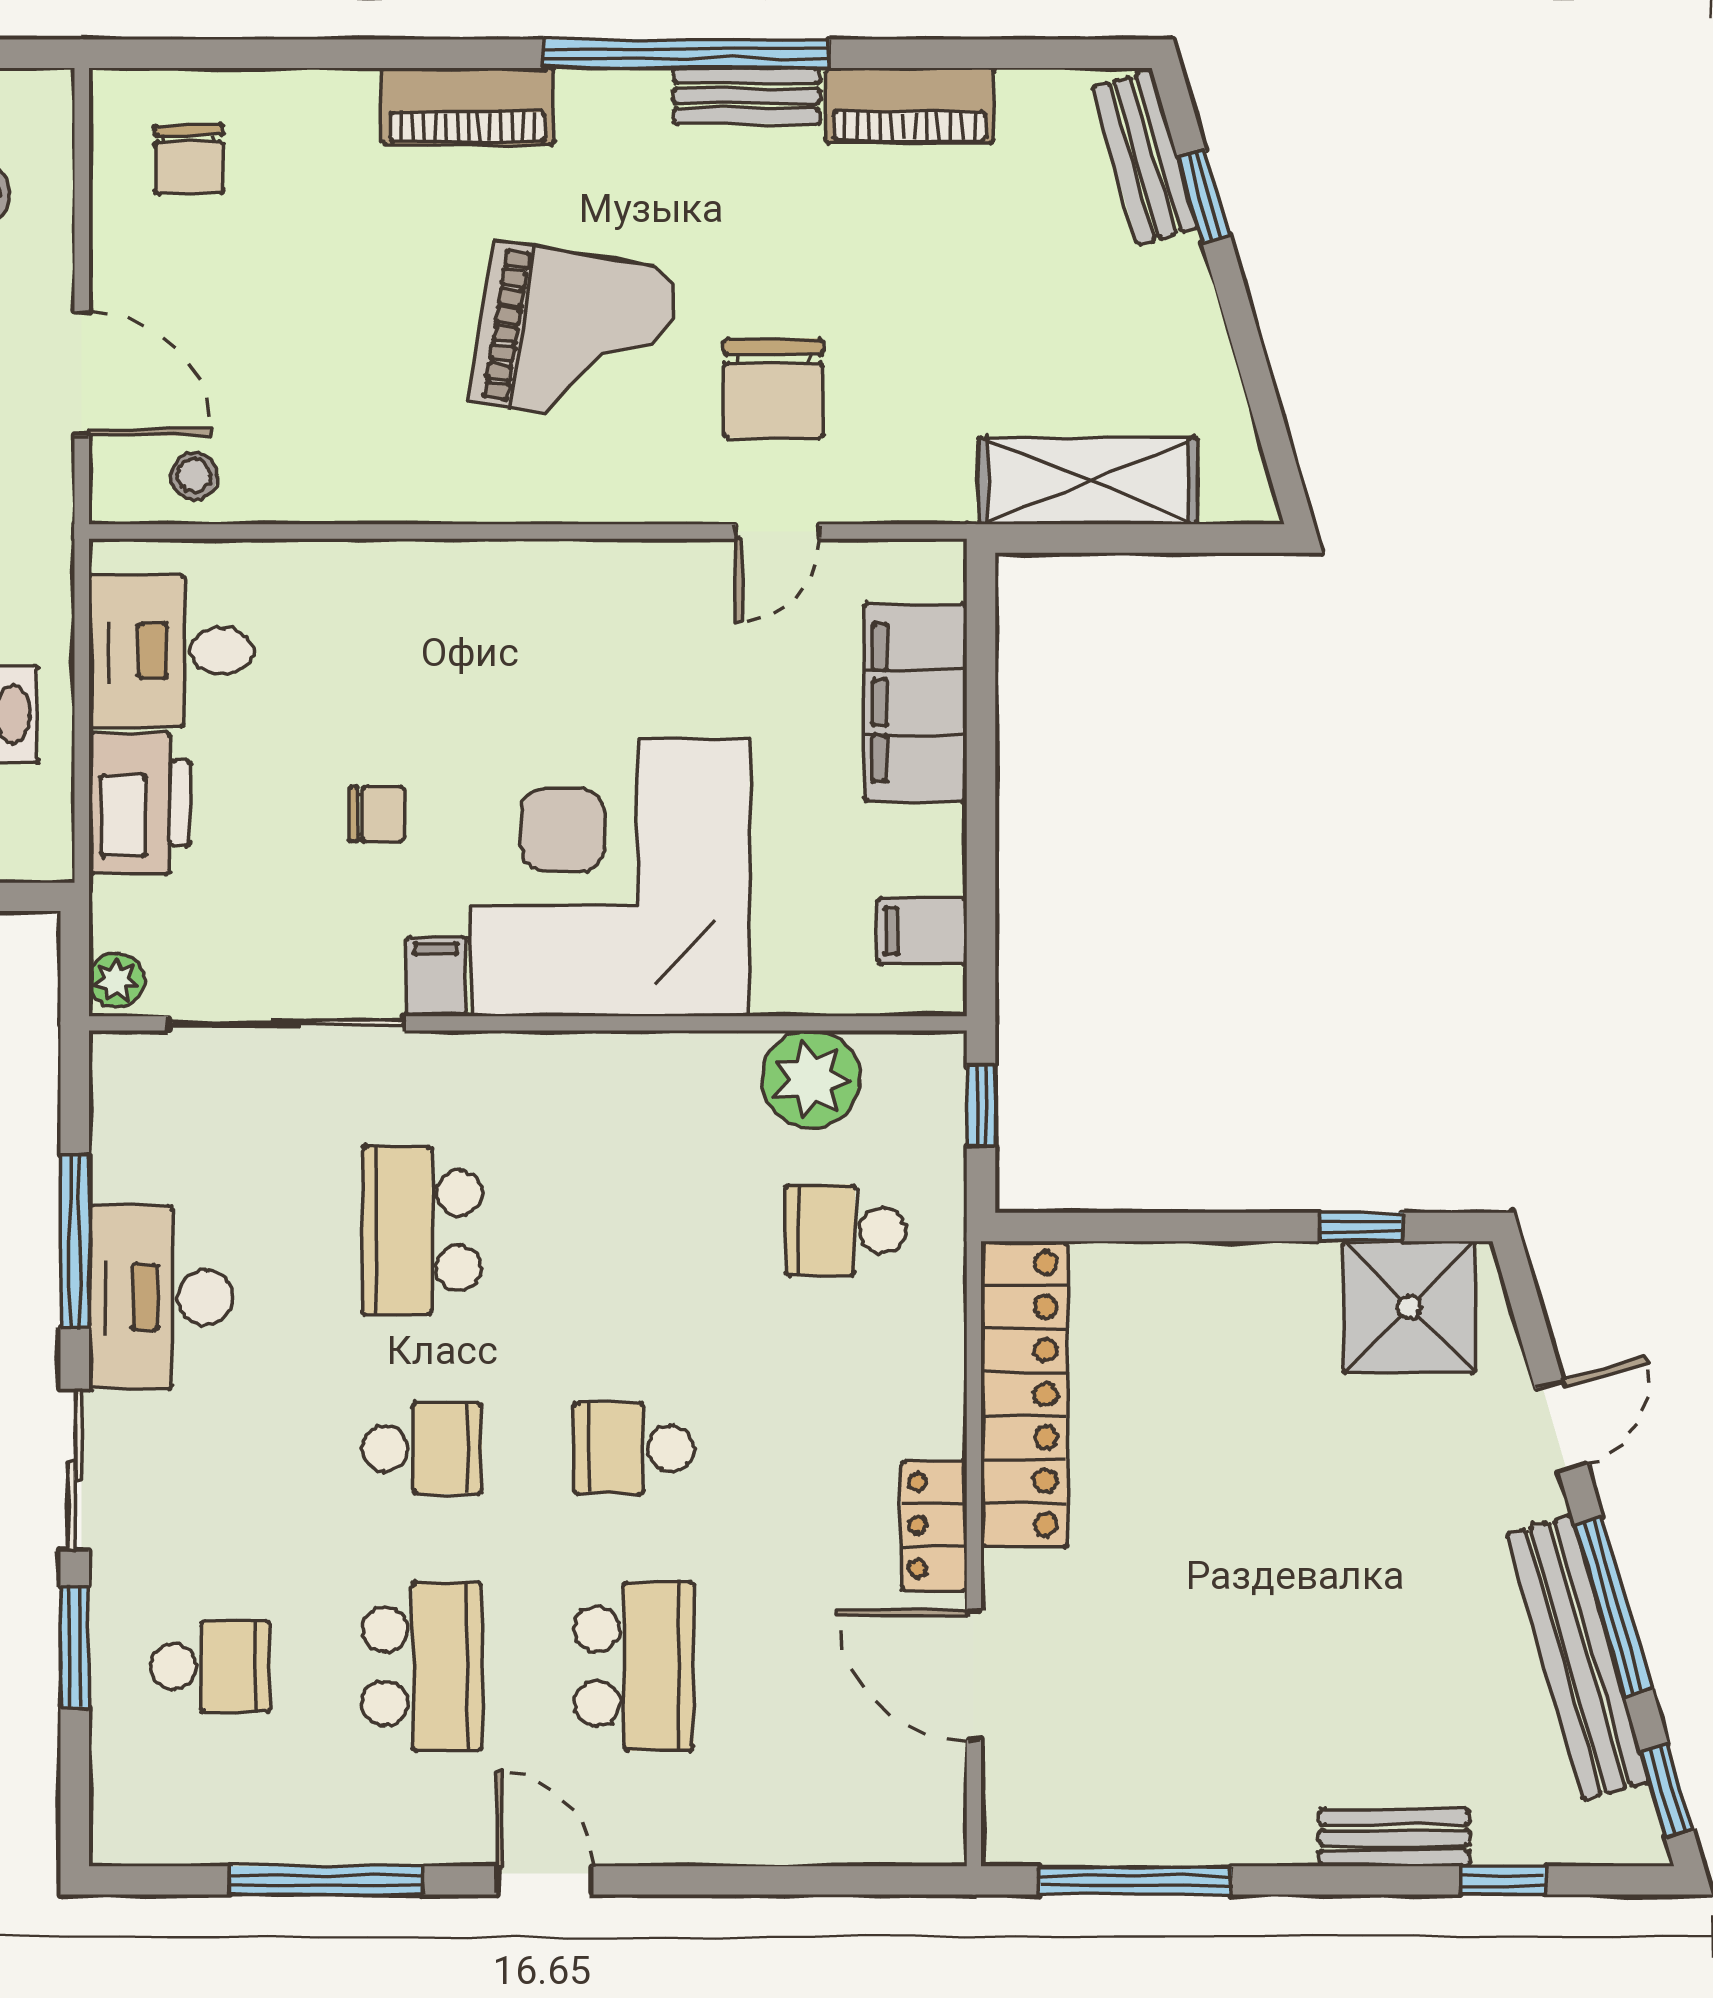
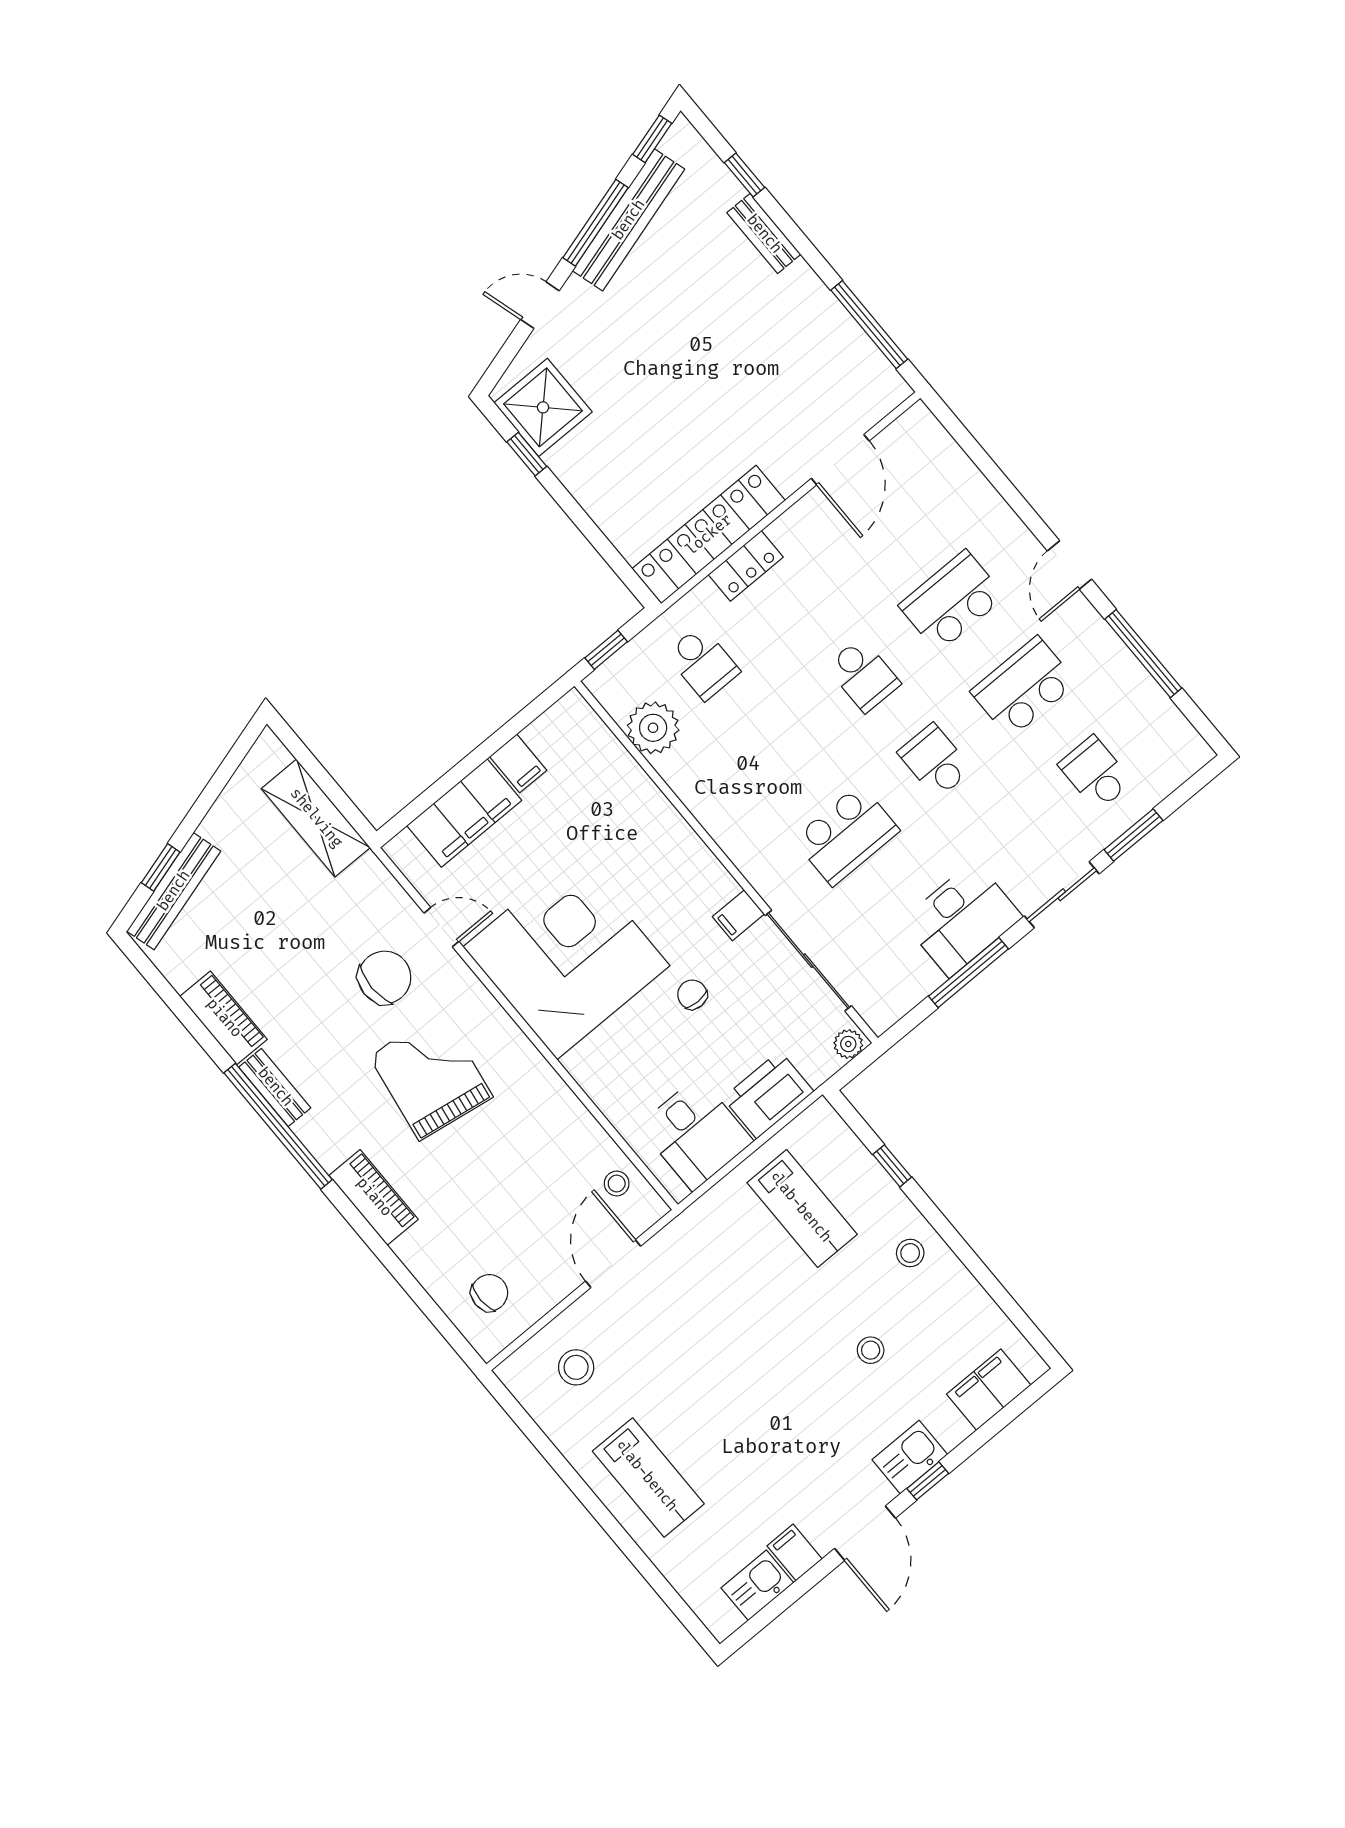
bench: (1145, 158) -> (174, 891), width x1.36
corner desk: (610, 877) -> (566, 956), moved, turned 180
filing cabinet: (922, 931) -> (518, 763), moved
locker: (934, 1525) -> (746, 566), moved

